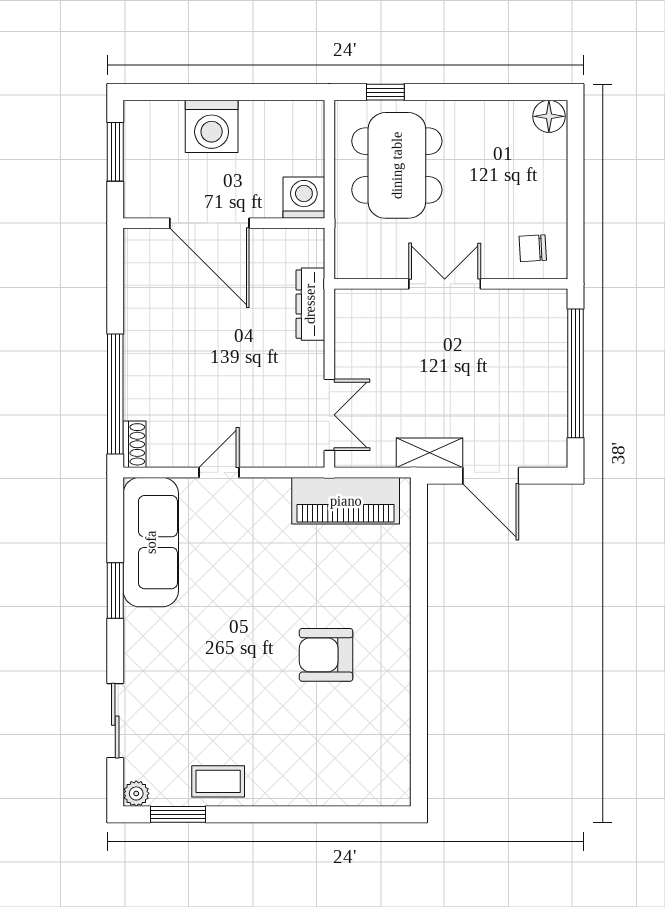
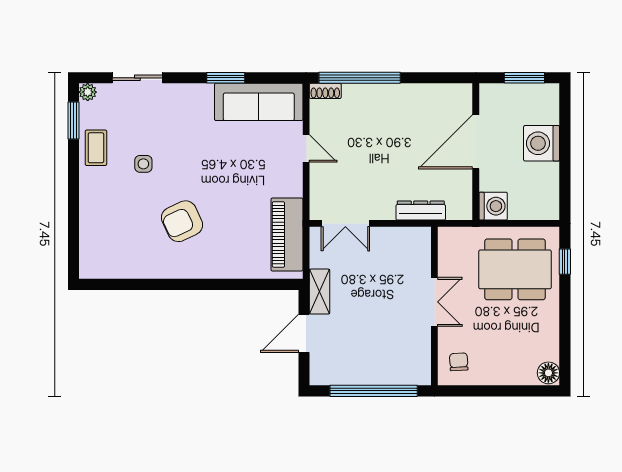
armchair: (326, 655) -> (182, 221), turned -115
side table: (242, 712) -> (143, 164), added

